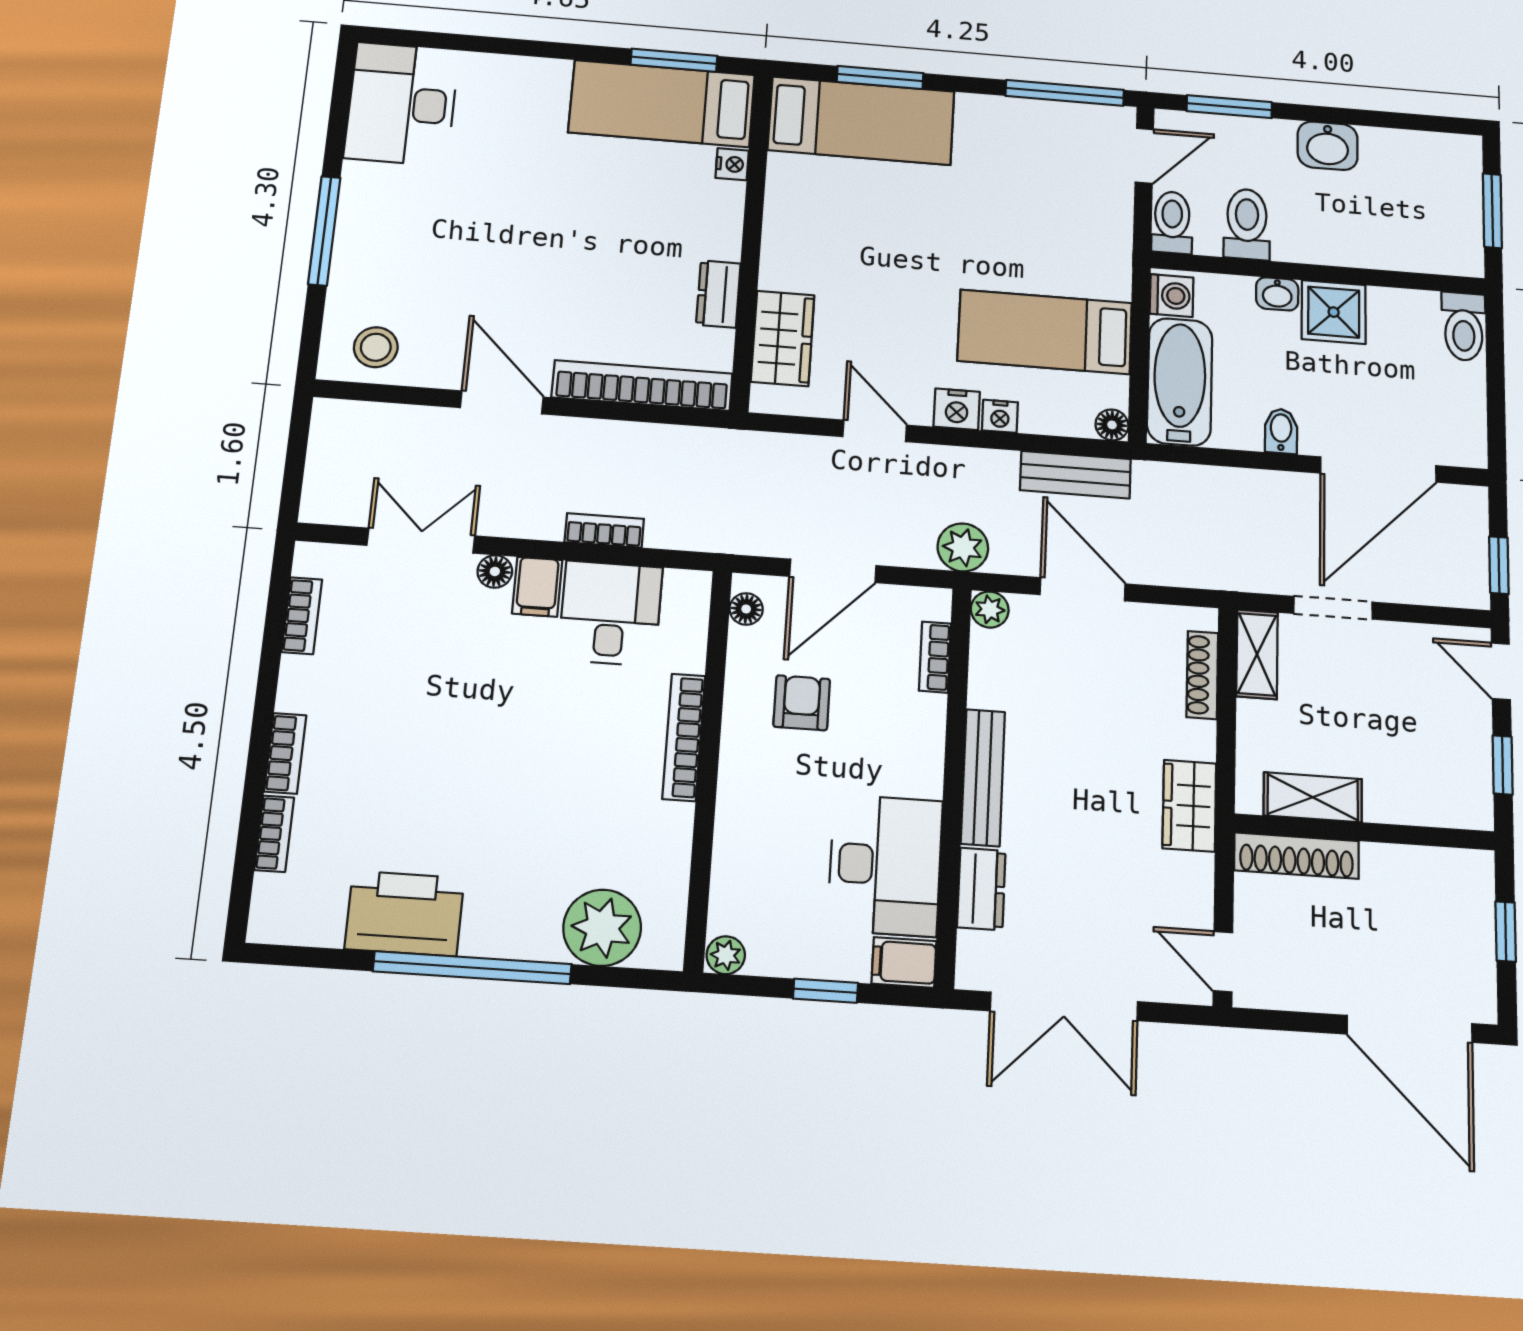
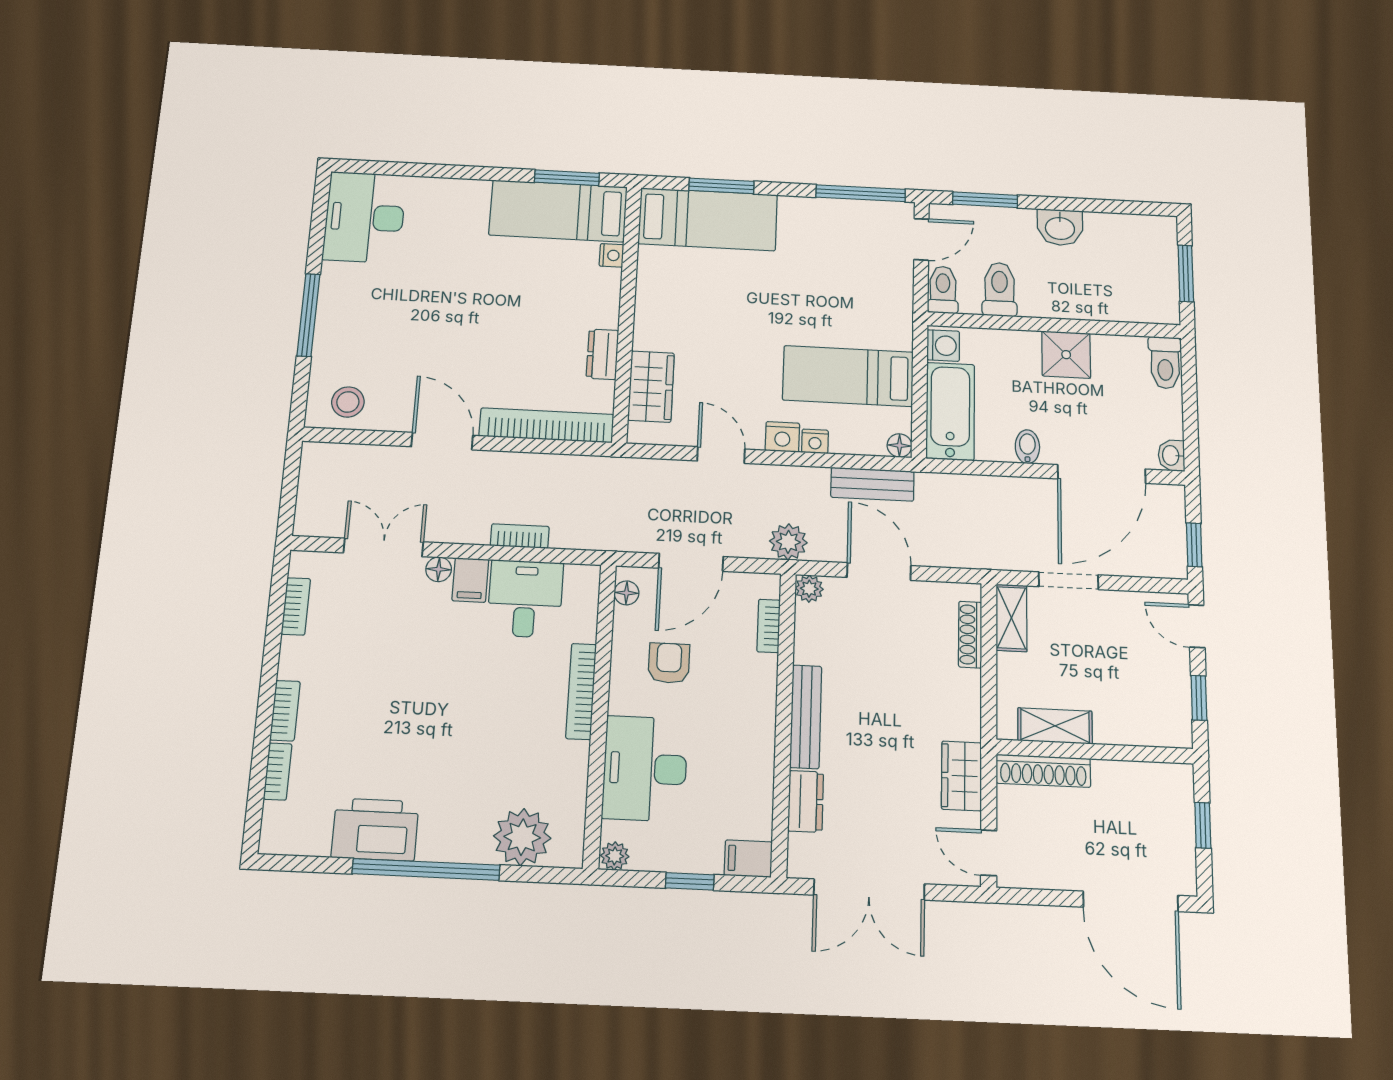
washbasin: (1277, 294) -> (1171, 455), moved, turned 90
wardrobe: (1189, 806) -> (961, 776), moved
desk: (885, 865) -> (645, 769), moved, turned 180

